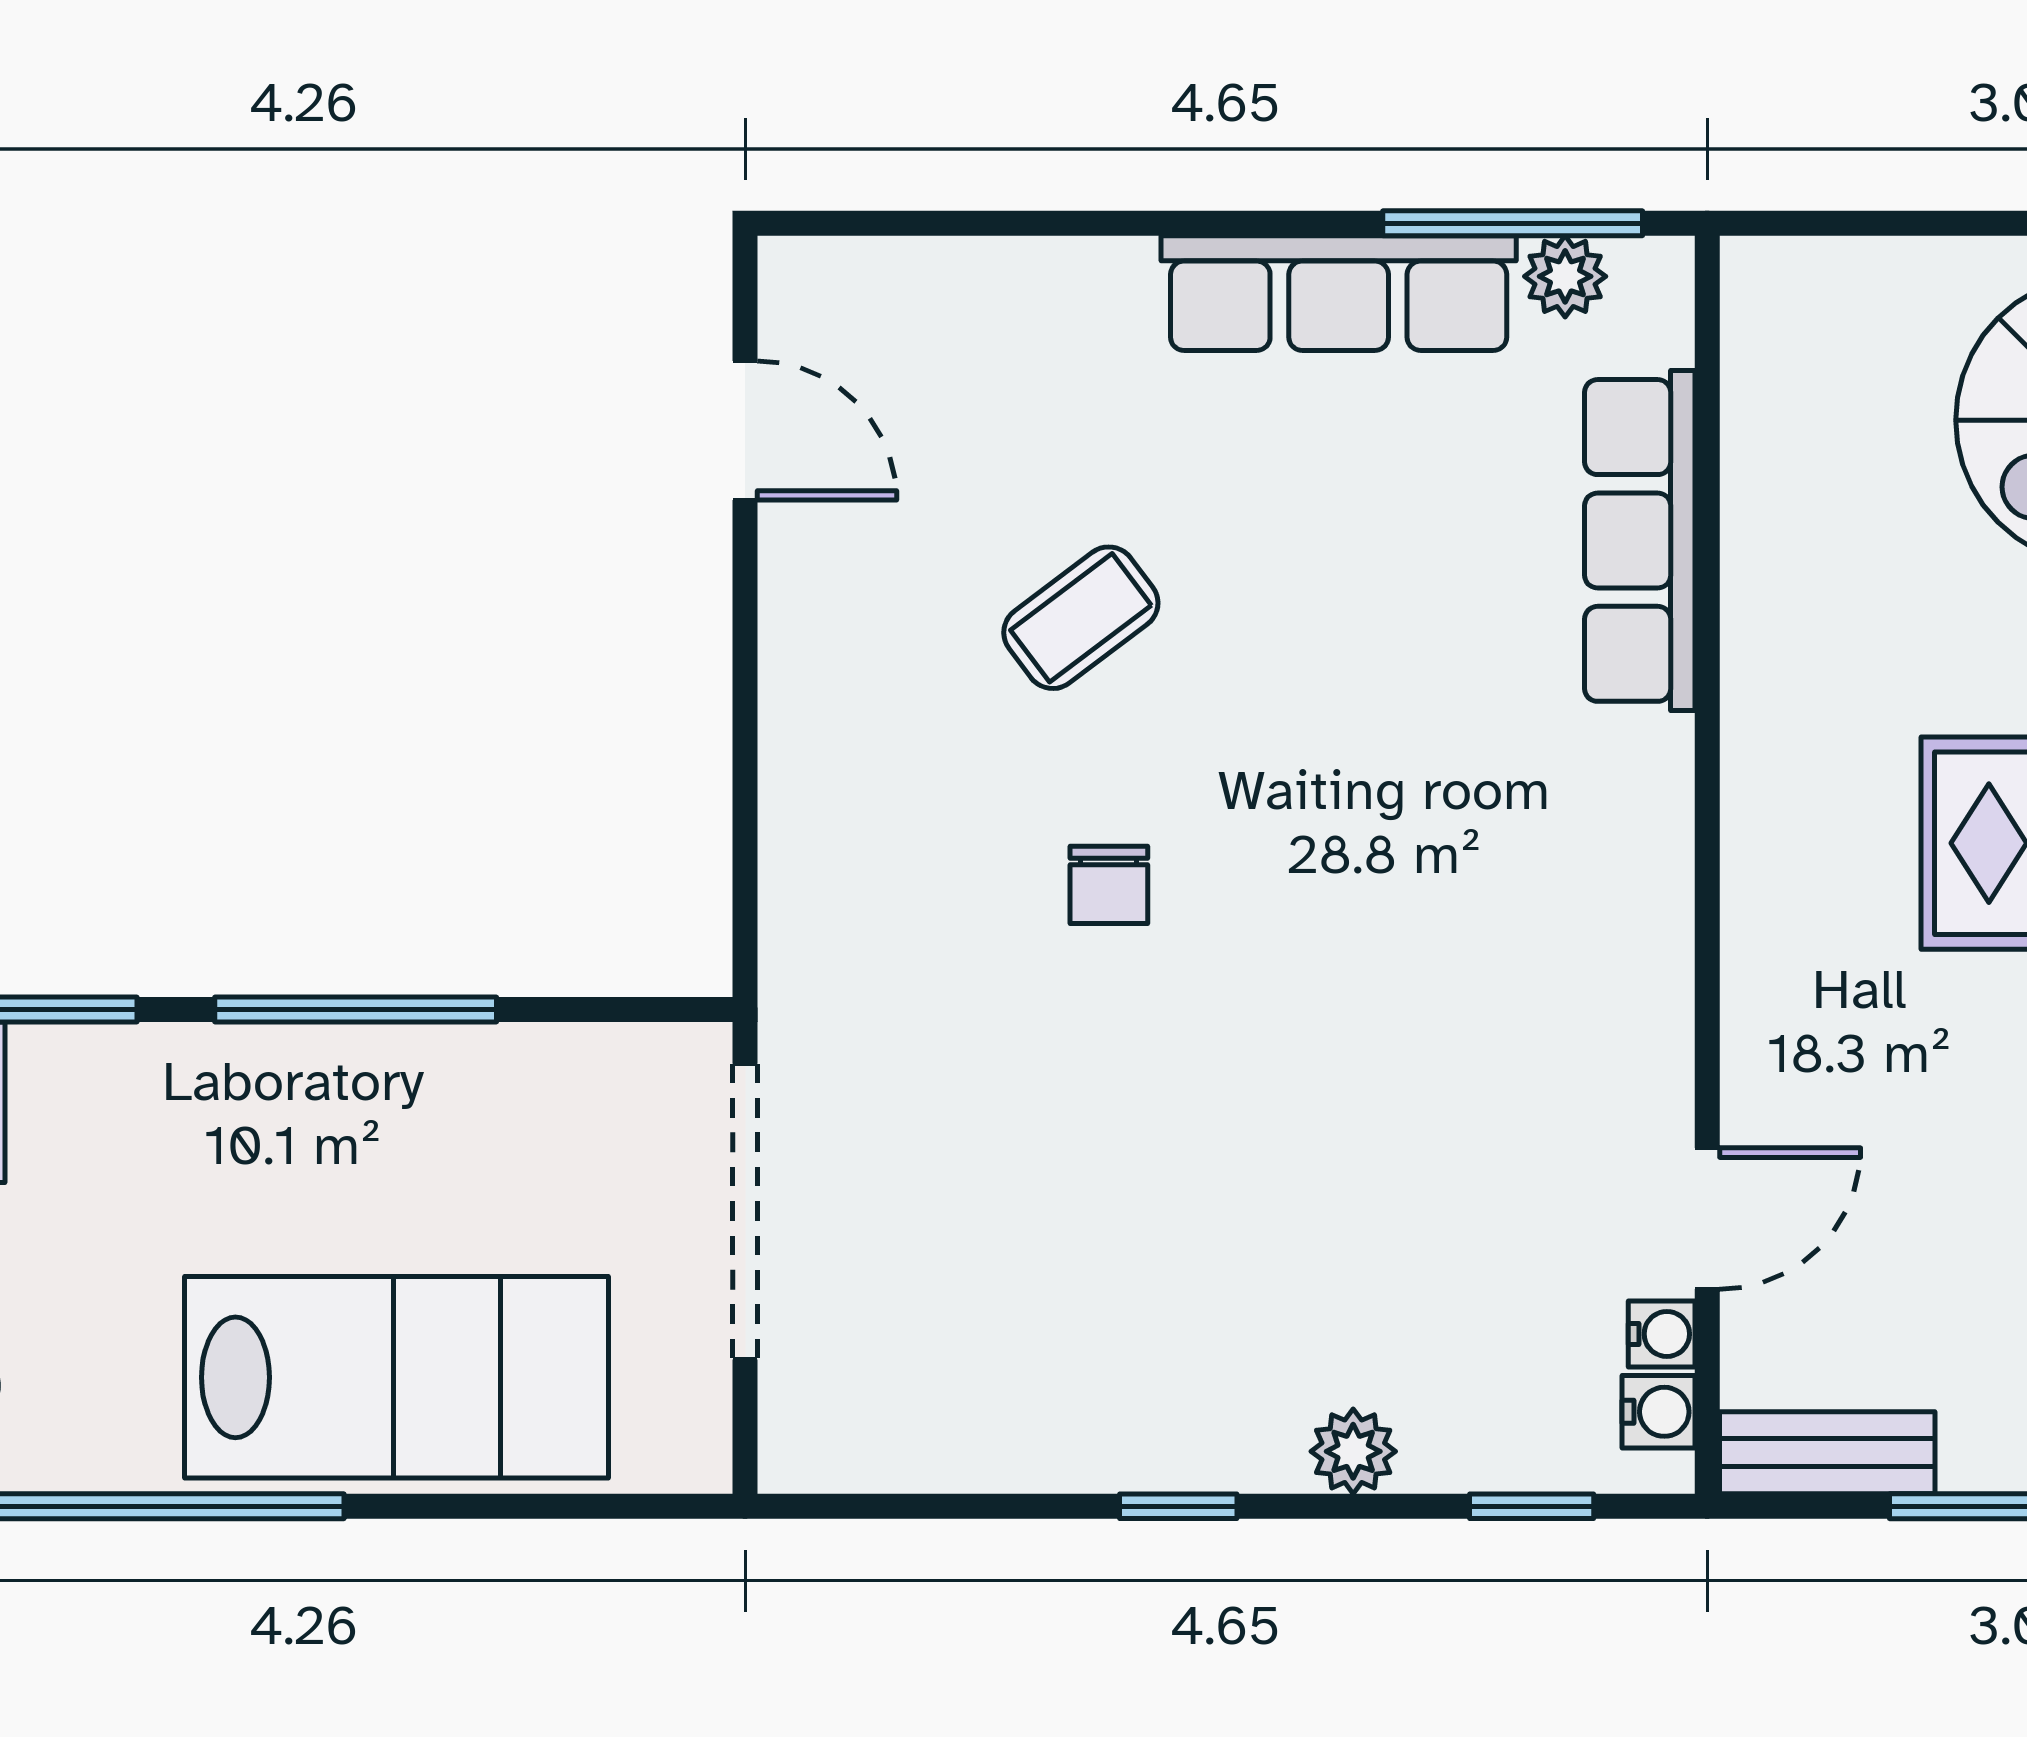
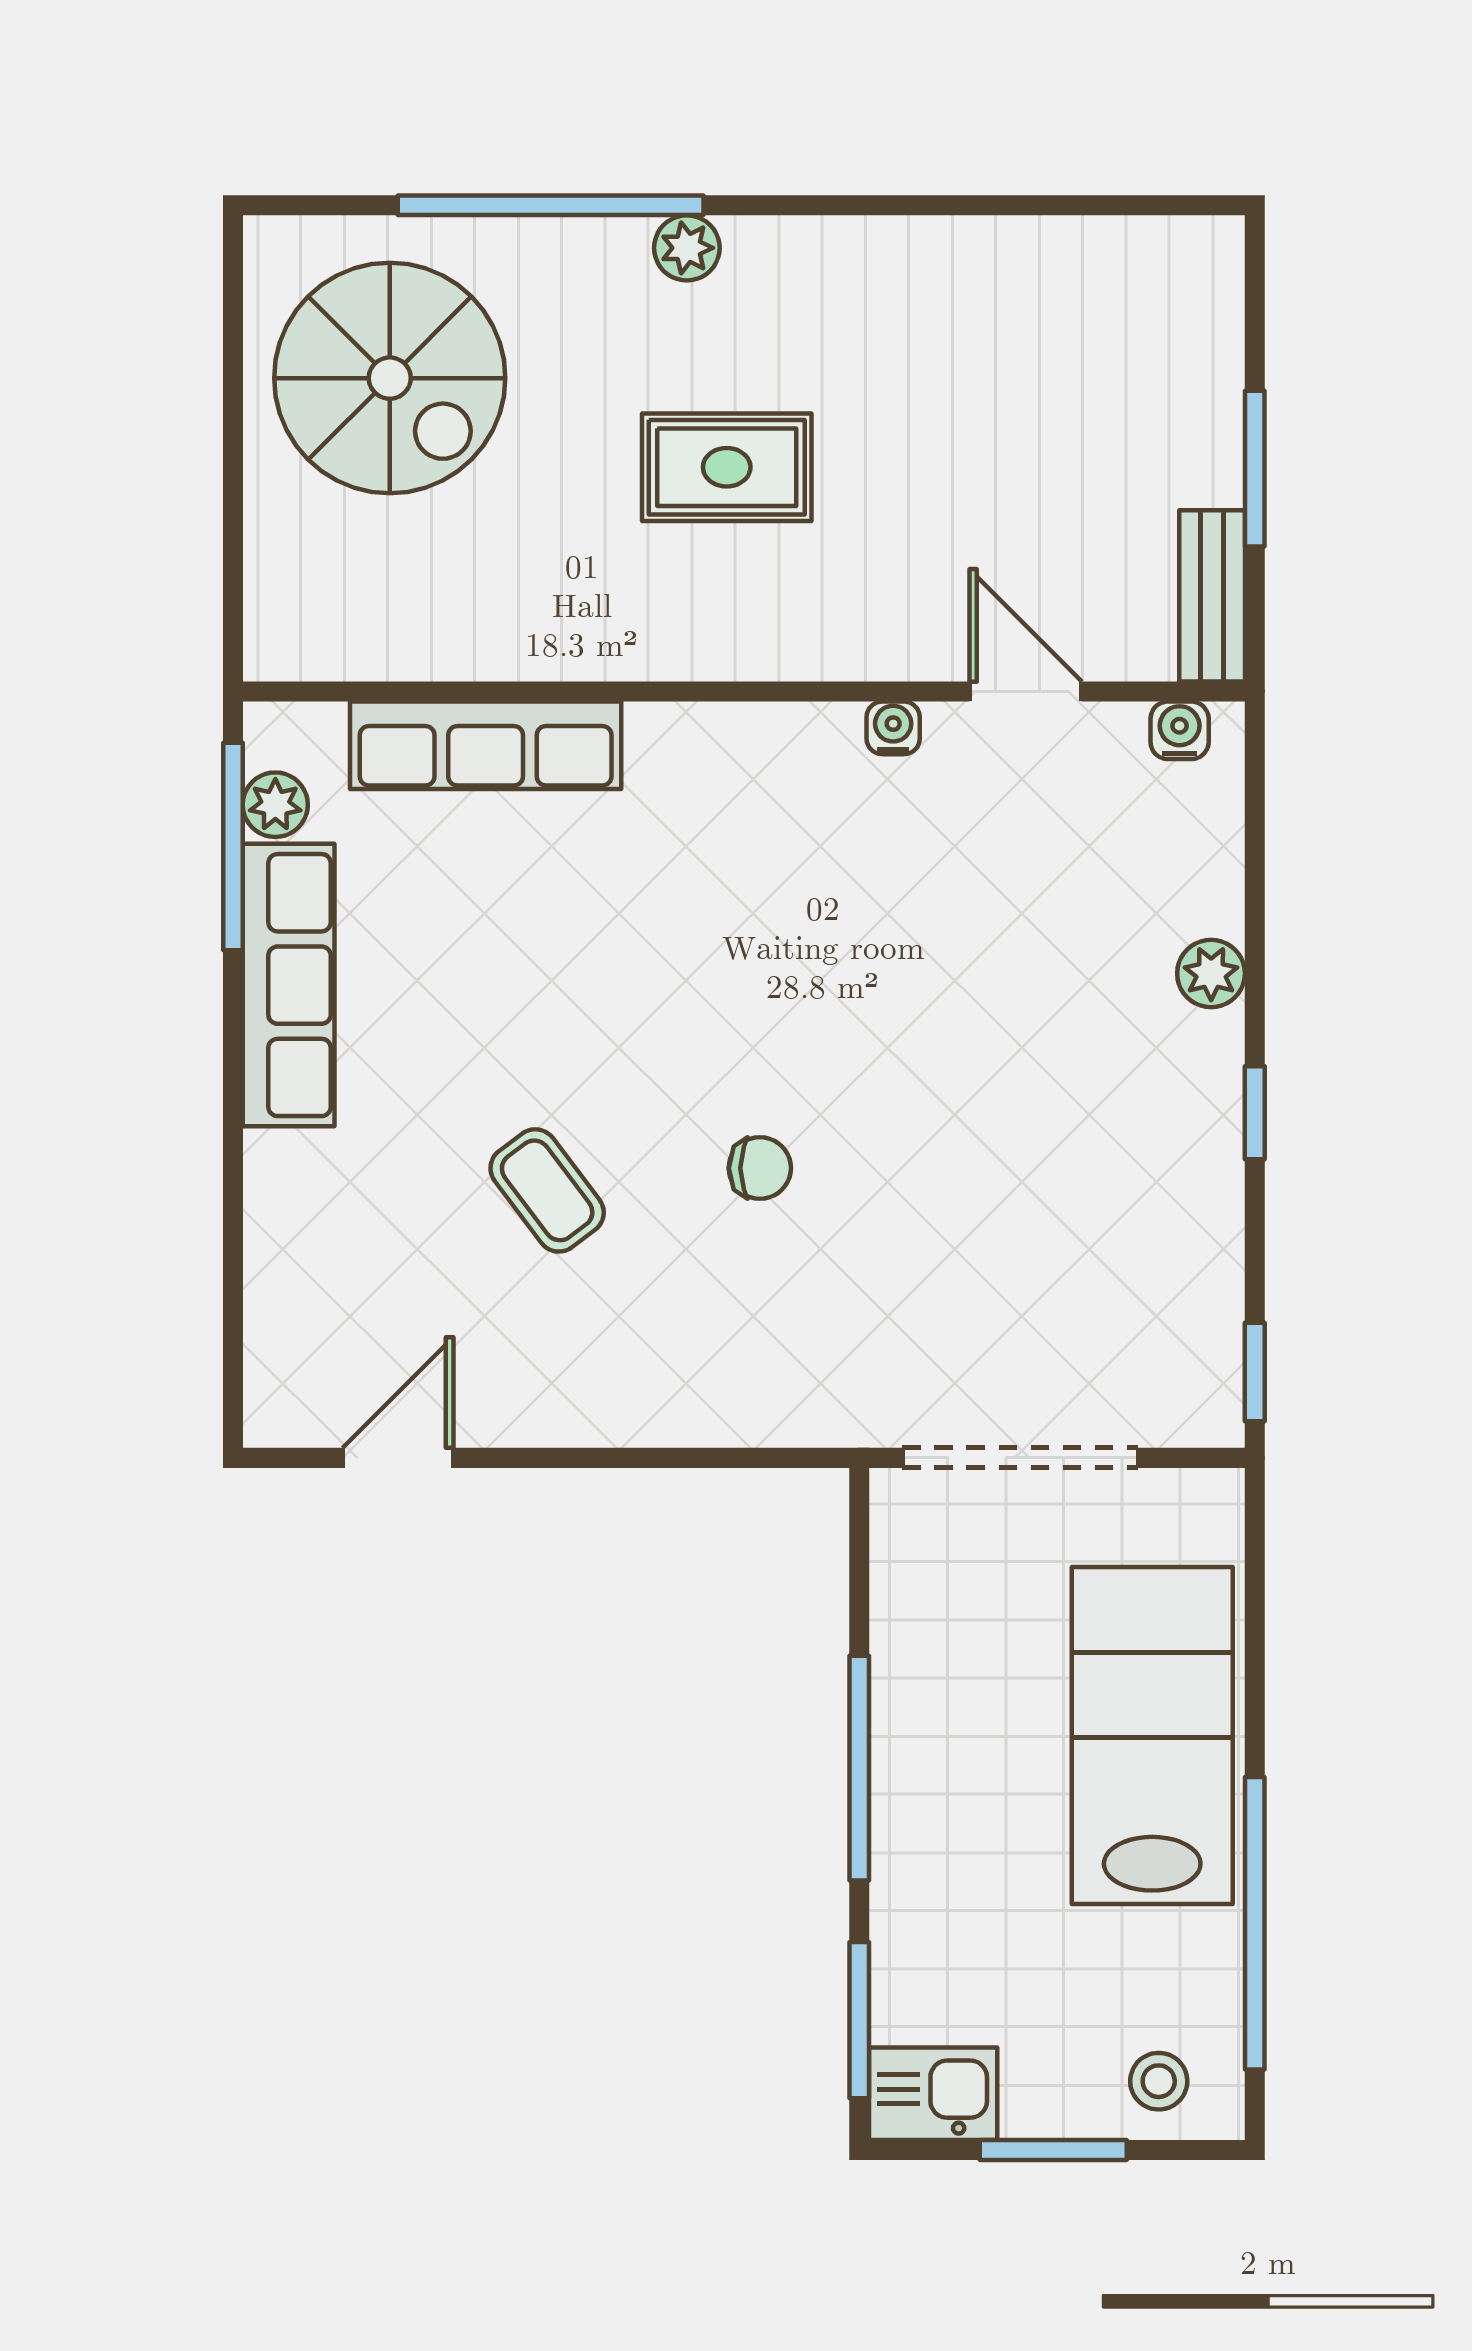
water cooler: (1662, 1334) -> (893, 728), moved
window: (1532, 1506) -> (1255, 1372), moved

